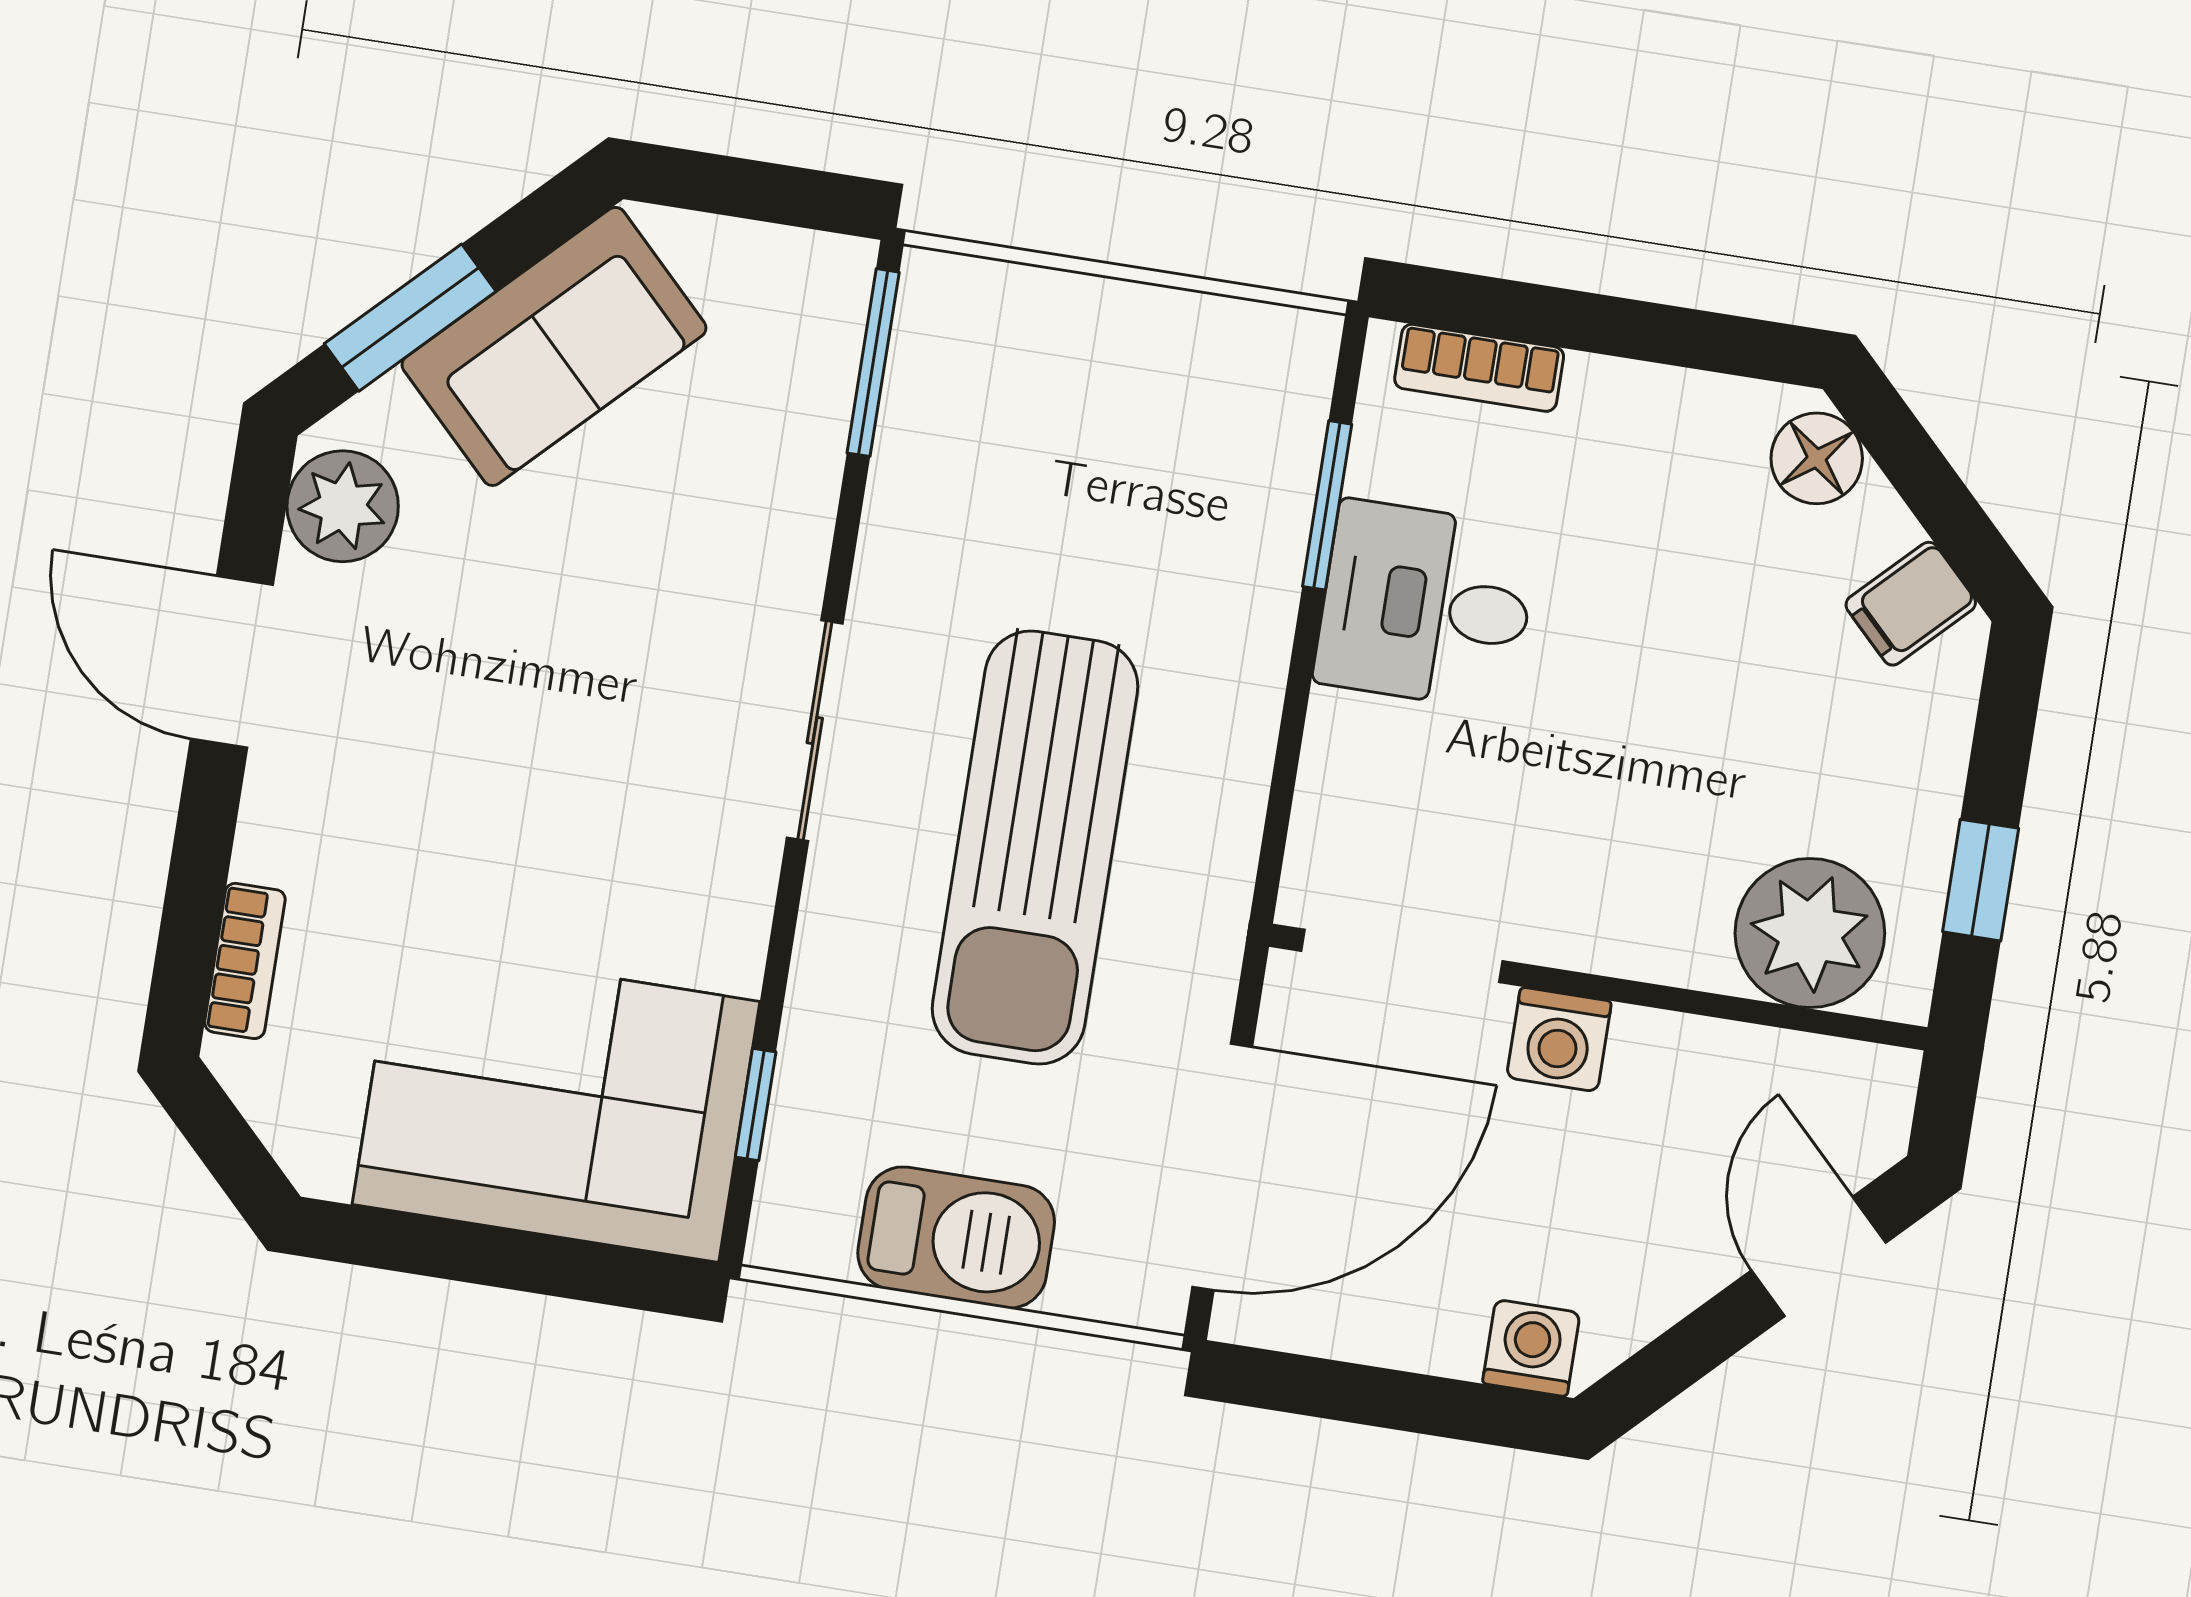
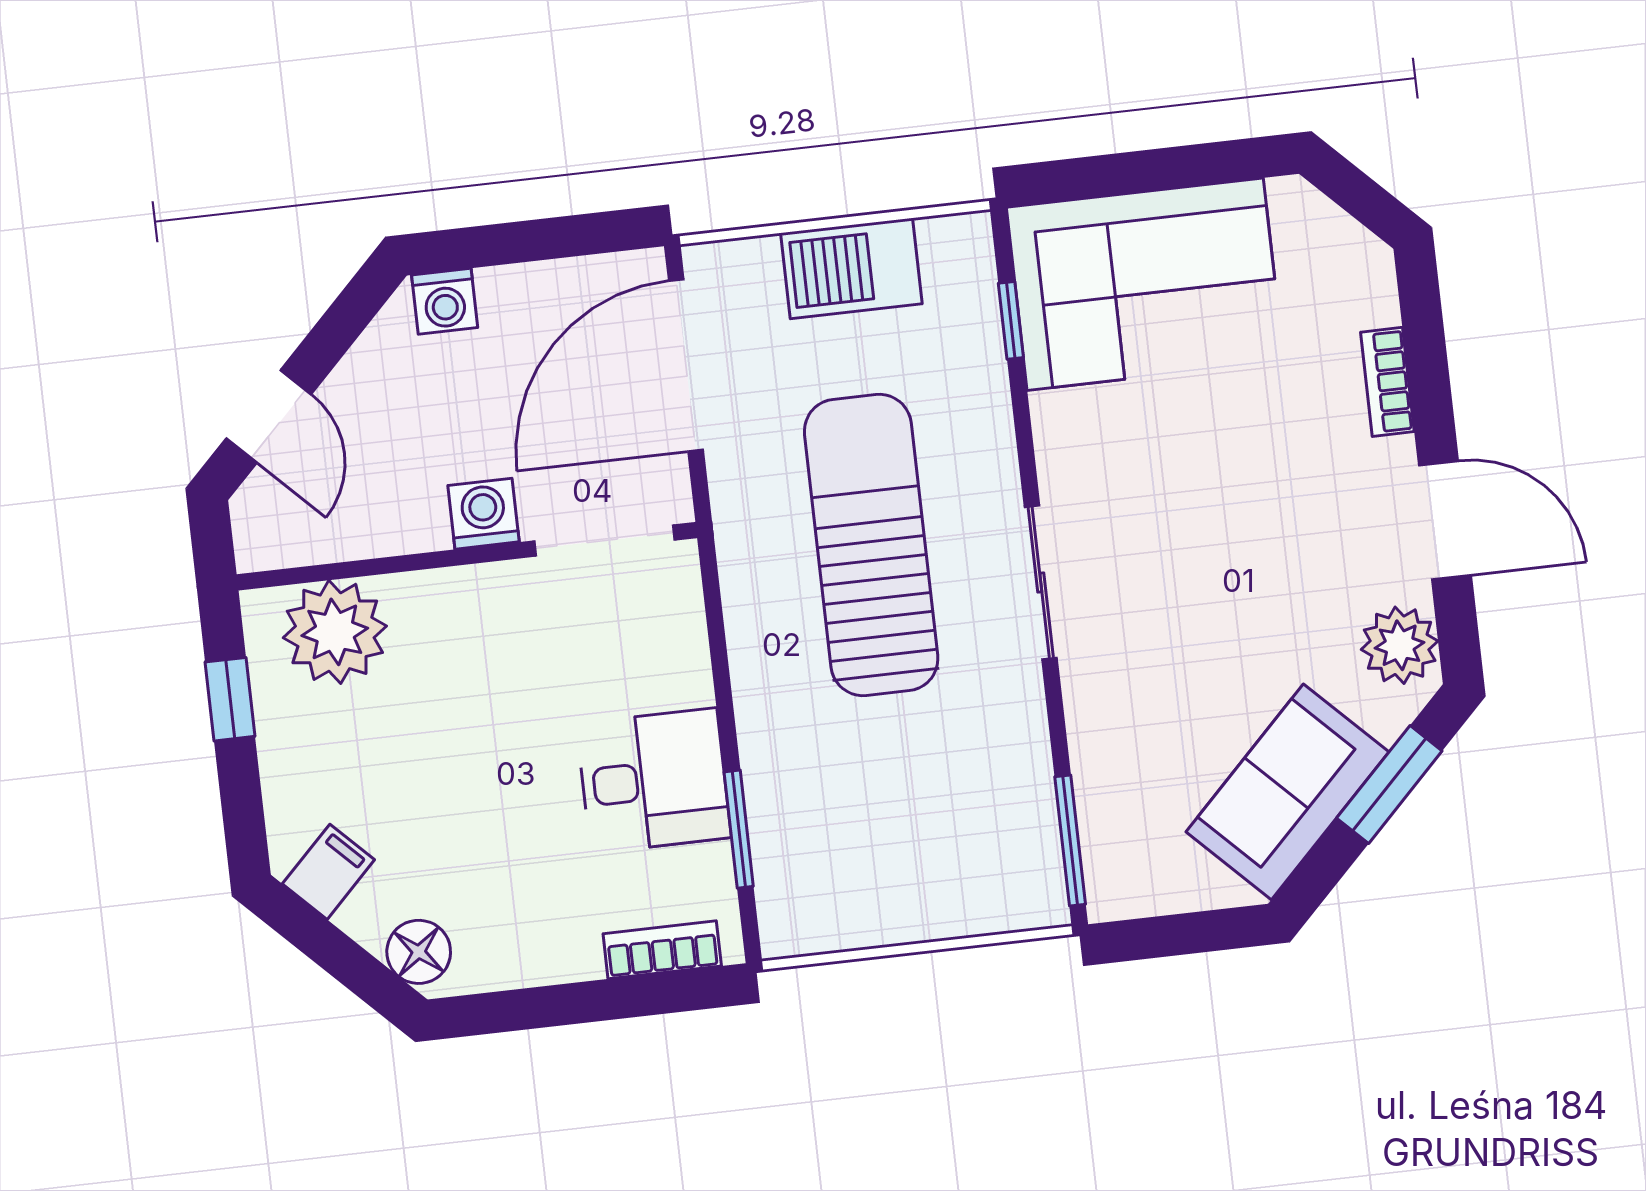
bookcase: (245, 961) -> (1387, 382), moved

